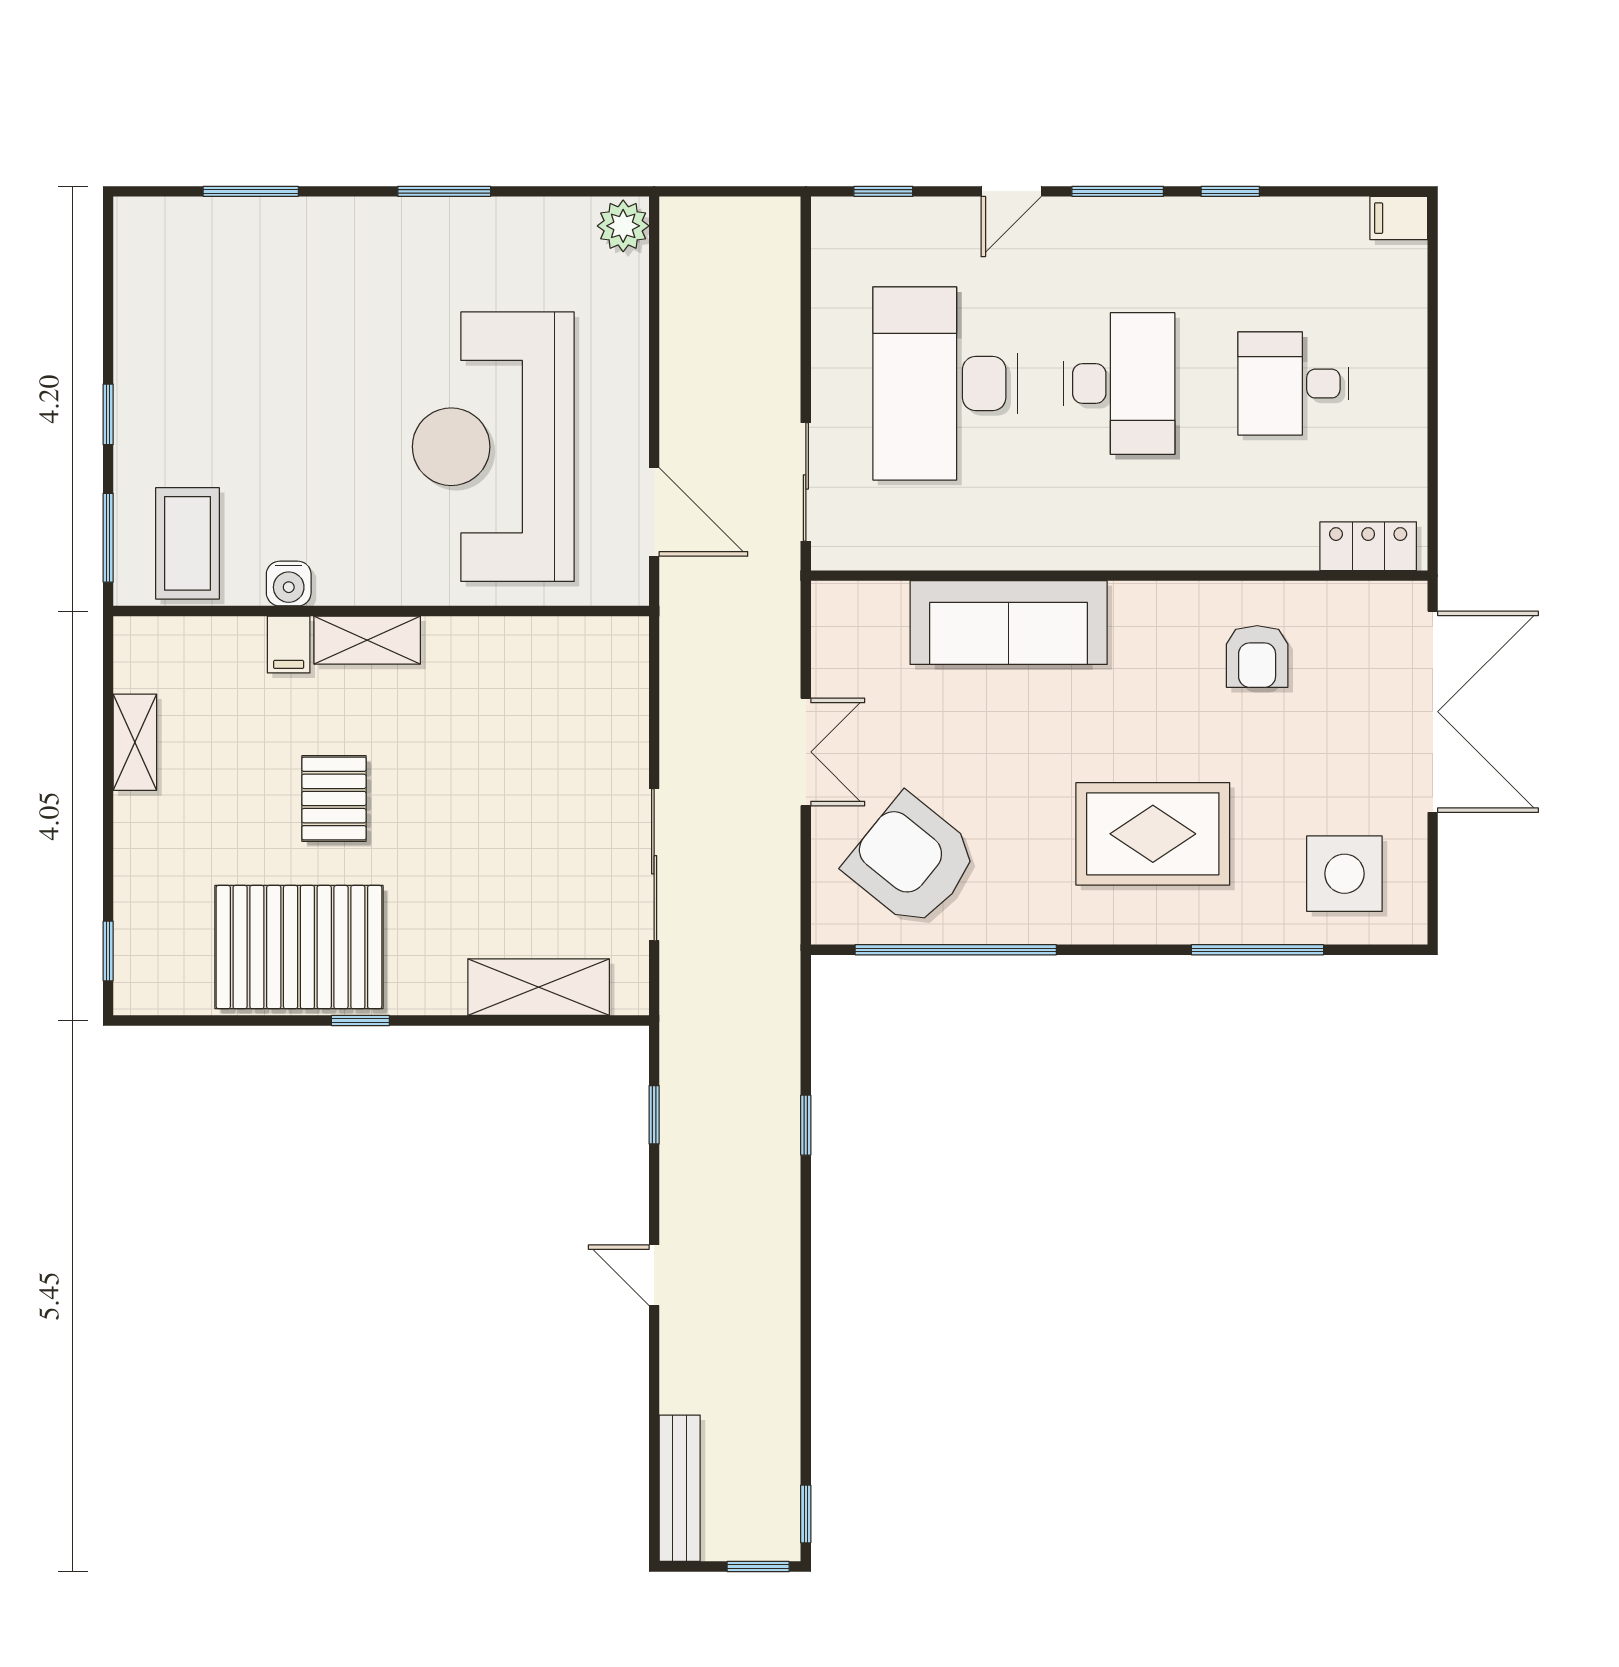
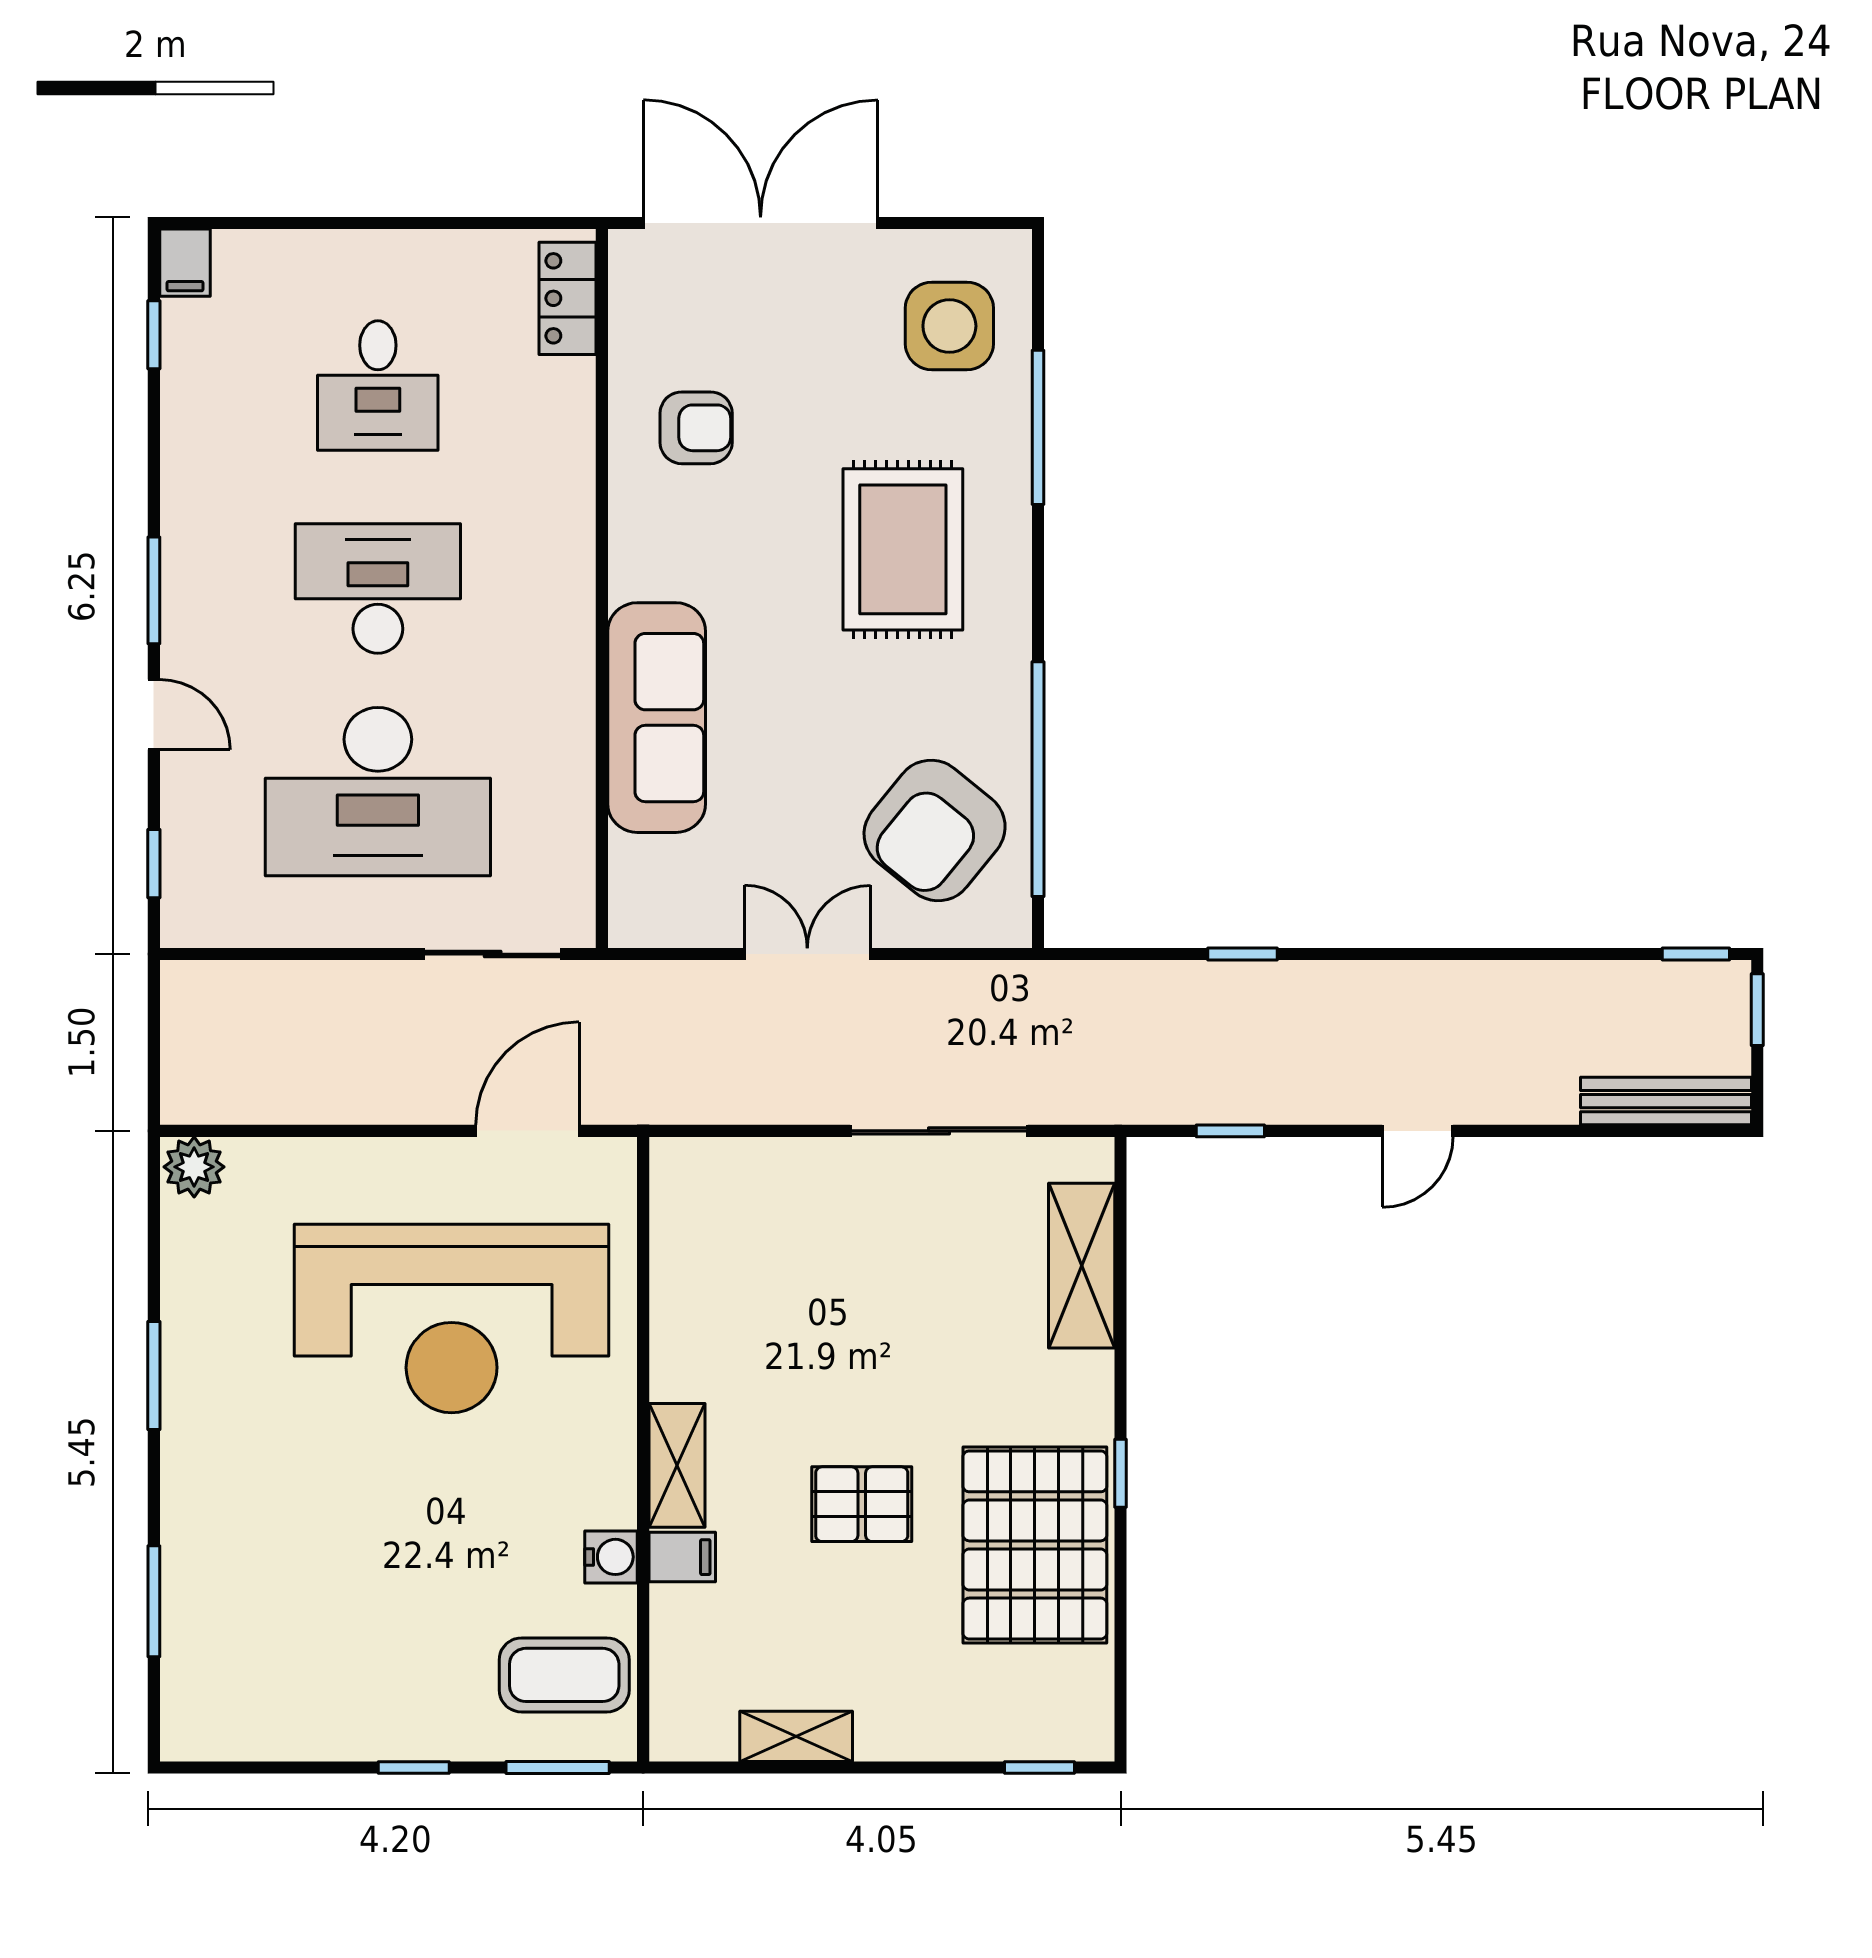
window: (1230, 191) -> (154, 335), moved

